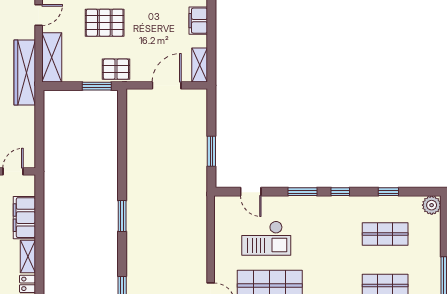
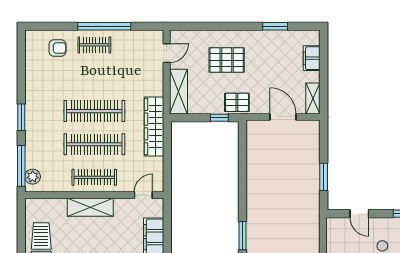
wardrobe: (25, 72) -> (154, 127), moved
door: (167, 85) -> (283, 117), hinge flipped
window: (97, 86) -> (219, 118), width x0.67

